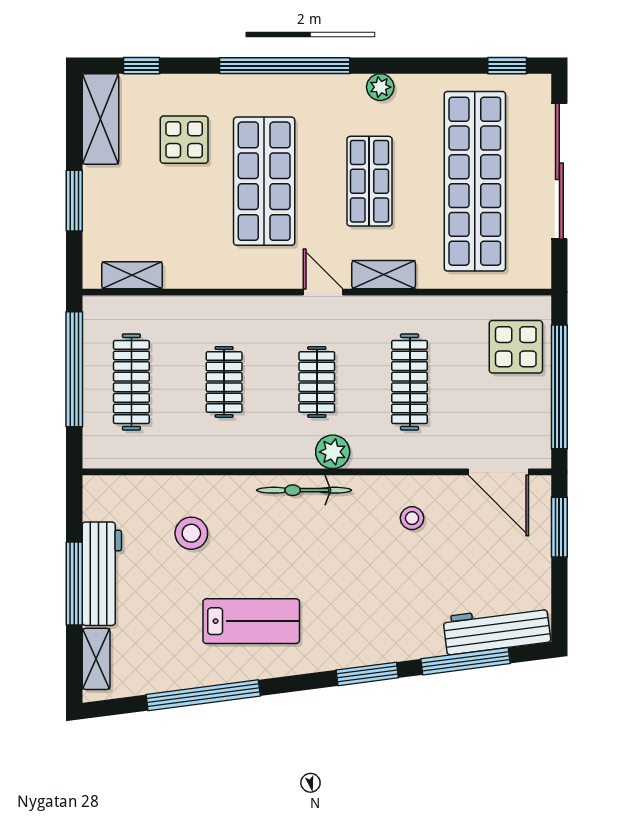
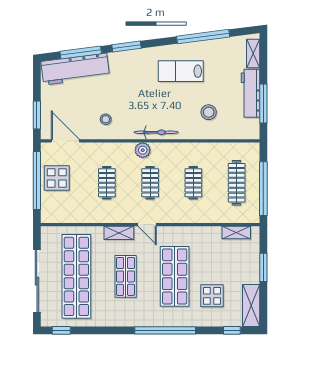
plant: (380, 87) -> (120, 320), removed
display table: (516, 347) -> (57, 178), moved
clothes rail: (410, 382) -> (107, 183), width x0.73
window: (74, 583) -> (263, 104), moved
workbench: (497, 629) -> (75, 69), width x1.36, depth x1.32

